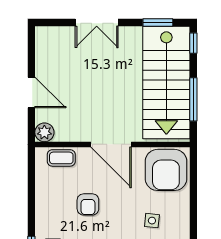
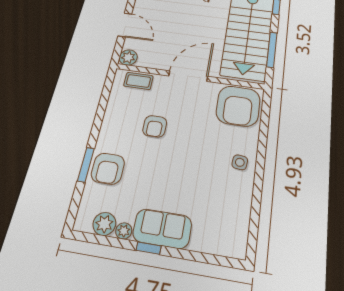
door: (111, 144) -> (188, 76), swing flipped
side table: (152, 221) -> (240, 162), moved

